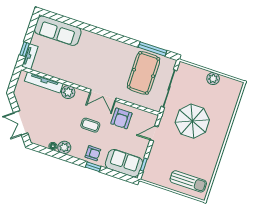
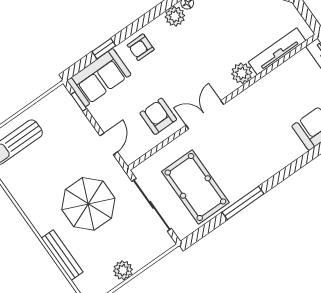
window: (153, 49) -> (243, 203), moved
bench: (228, 115) -> (62, 255), added
coffee table: (90, 125) -> (179, 70), removed
window: (93, 167) -> (104, 49), moved

